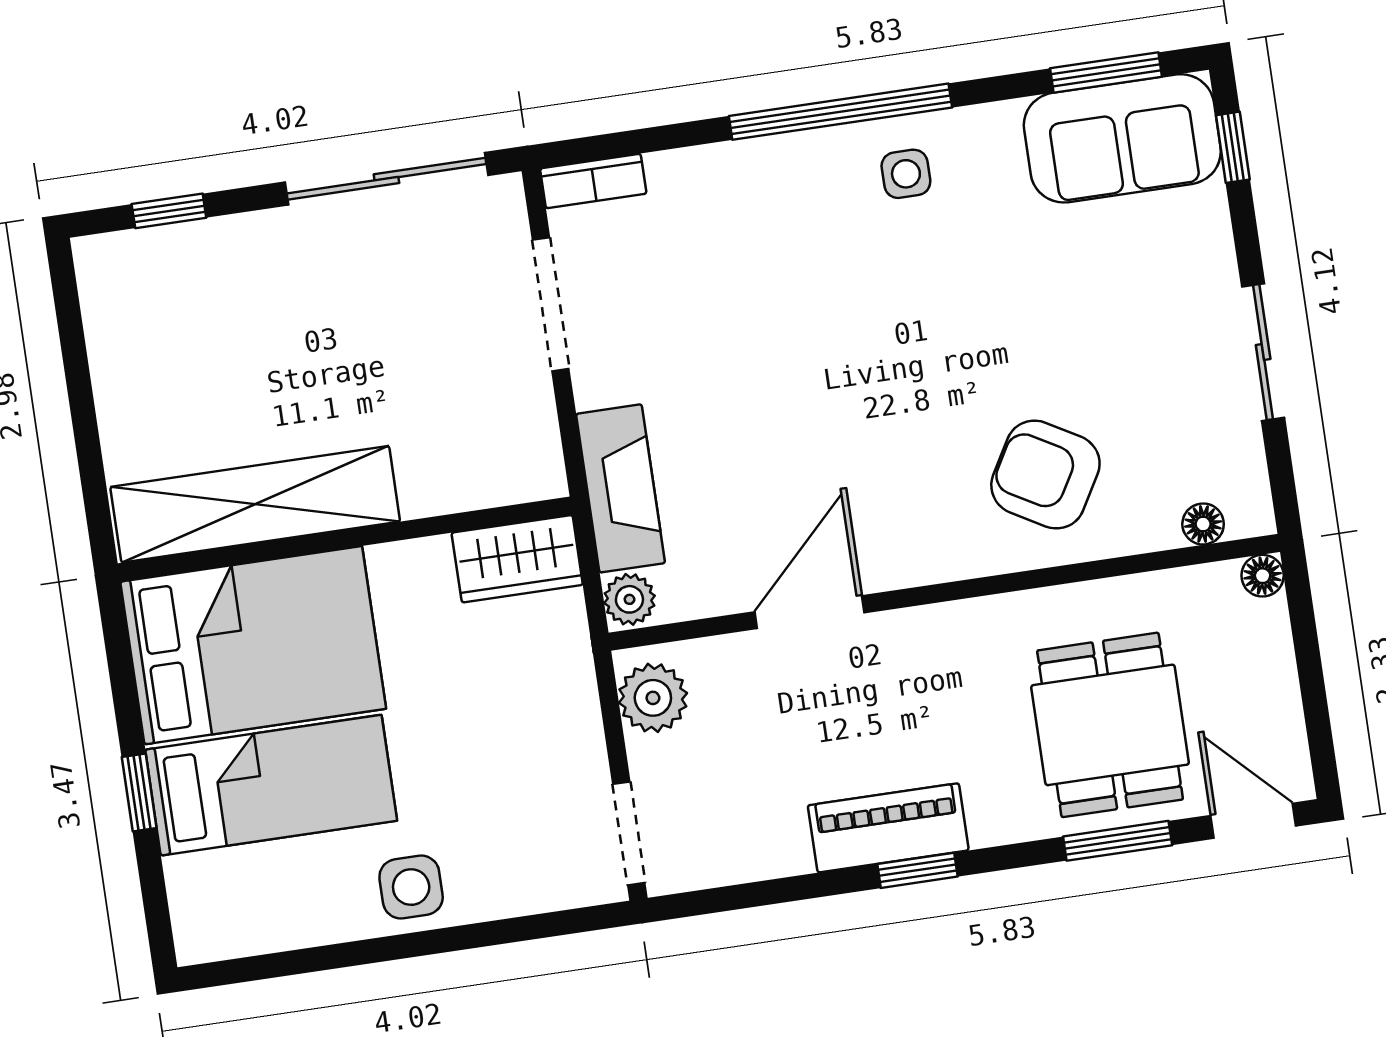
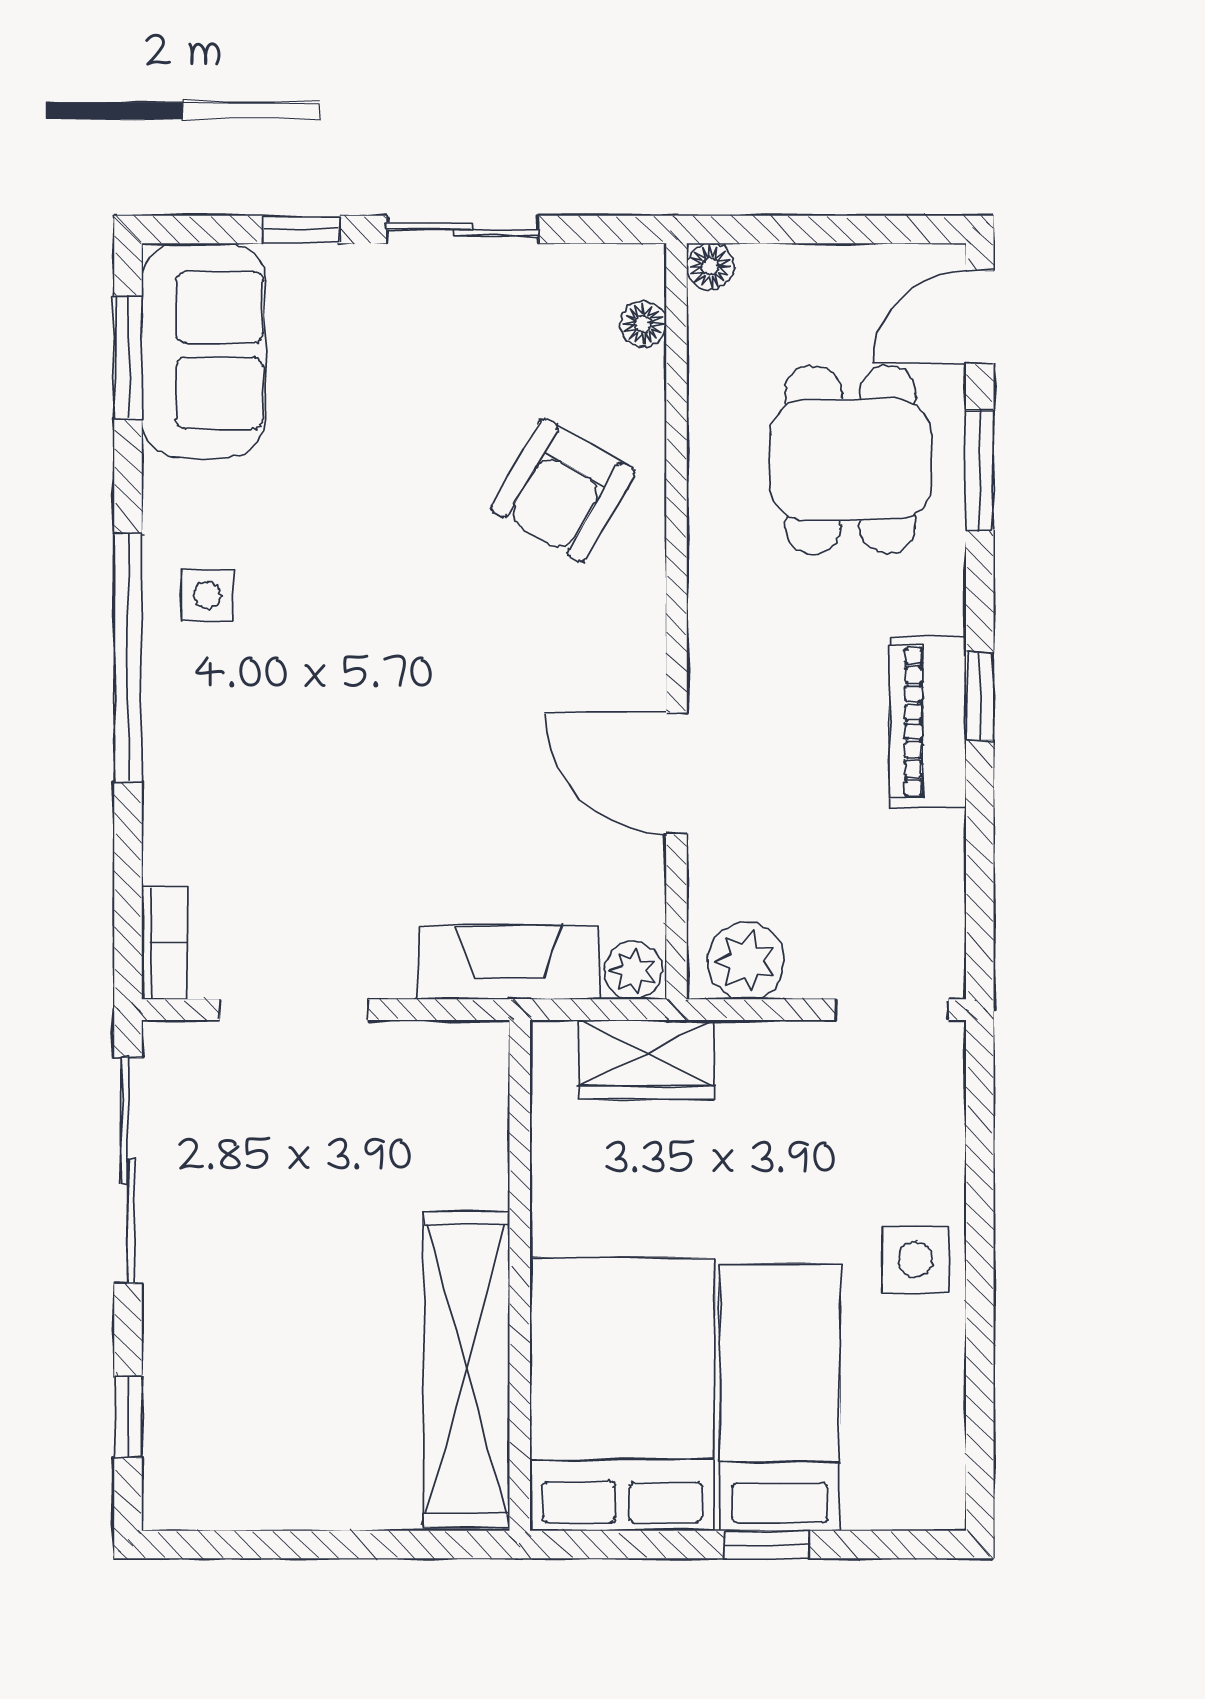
window: (1233, 147) -> (301, 229), moved
wardrobe: (517, 559) -> (647, 1060), moved, turned 90
dining table: (1110, 725) -> (850, 460), turned 90

